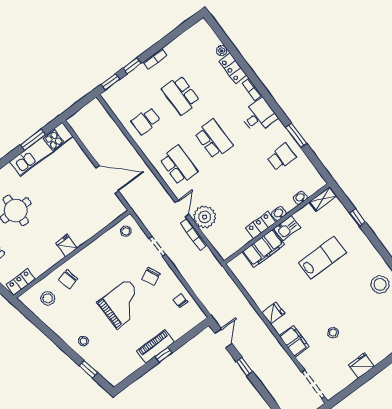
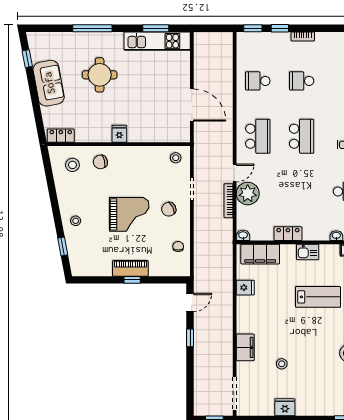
school desk: (181, 95) -> (302, 81), width x0.54
washbasin: (279, 213) -> (243, 235), moved
filing cabinet: (263, 248) -> (260, 254), moved
fridge: (273, 313) -> (245, 288), moved

